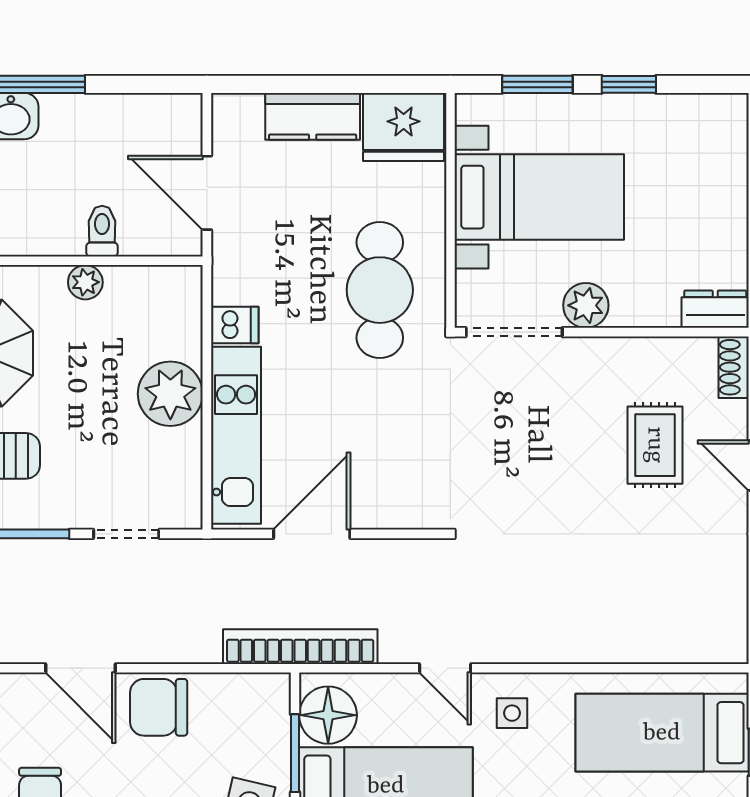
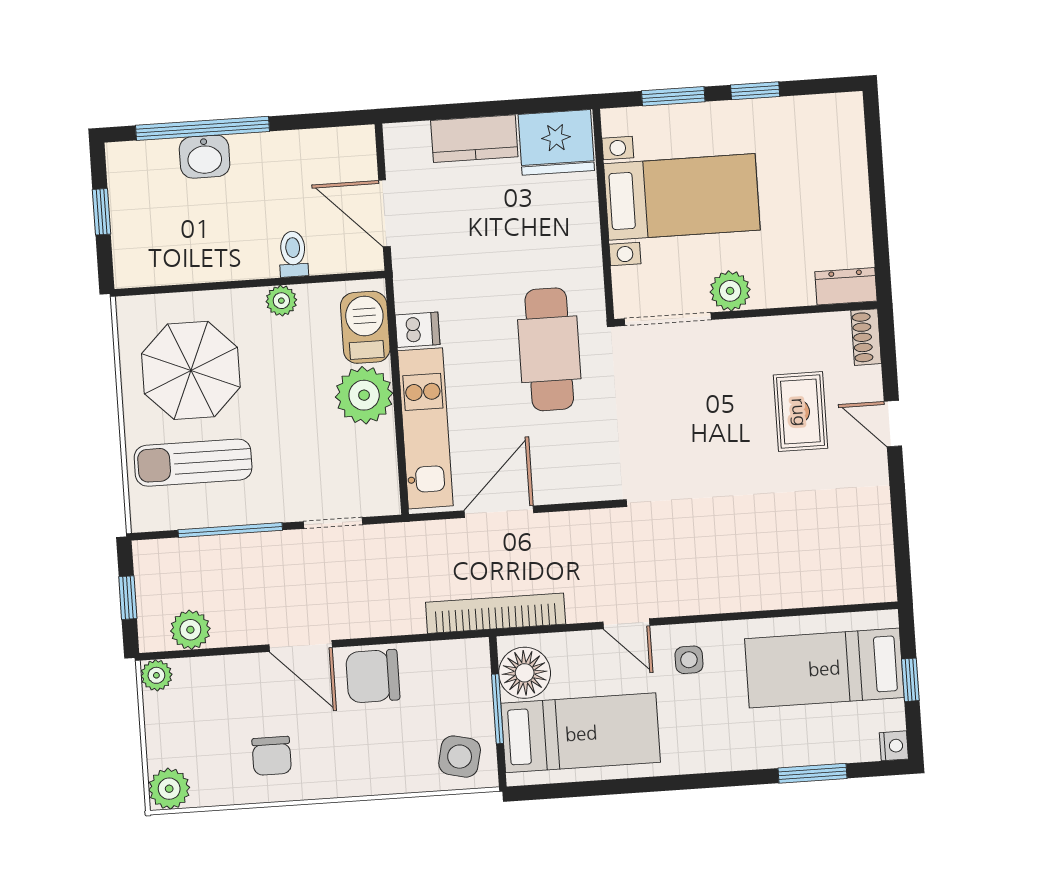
cafe table: (380, 290) -> (549, 349), moved
barbecue: (177, 318) -> (365, 327), added

